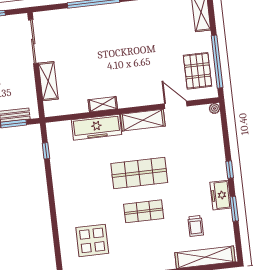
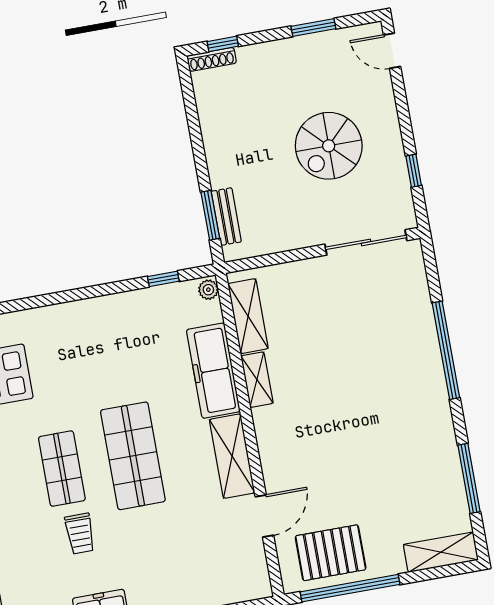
shelving: (48, 81) -> (248, 316), moved, turned 90
plant: (214, 108) -> (208, 290), moved
trolley: (196, 226) -> (80, 534), moved, turned -90

